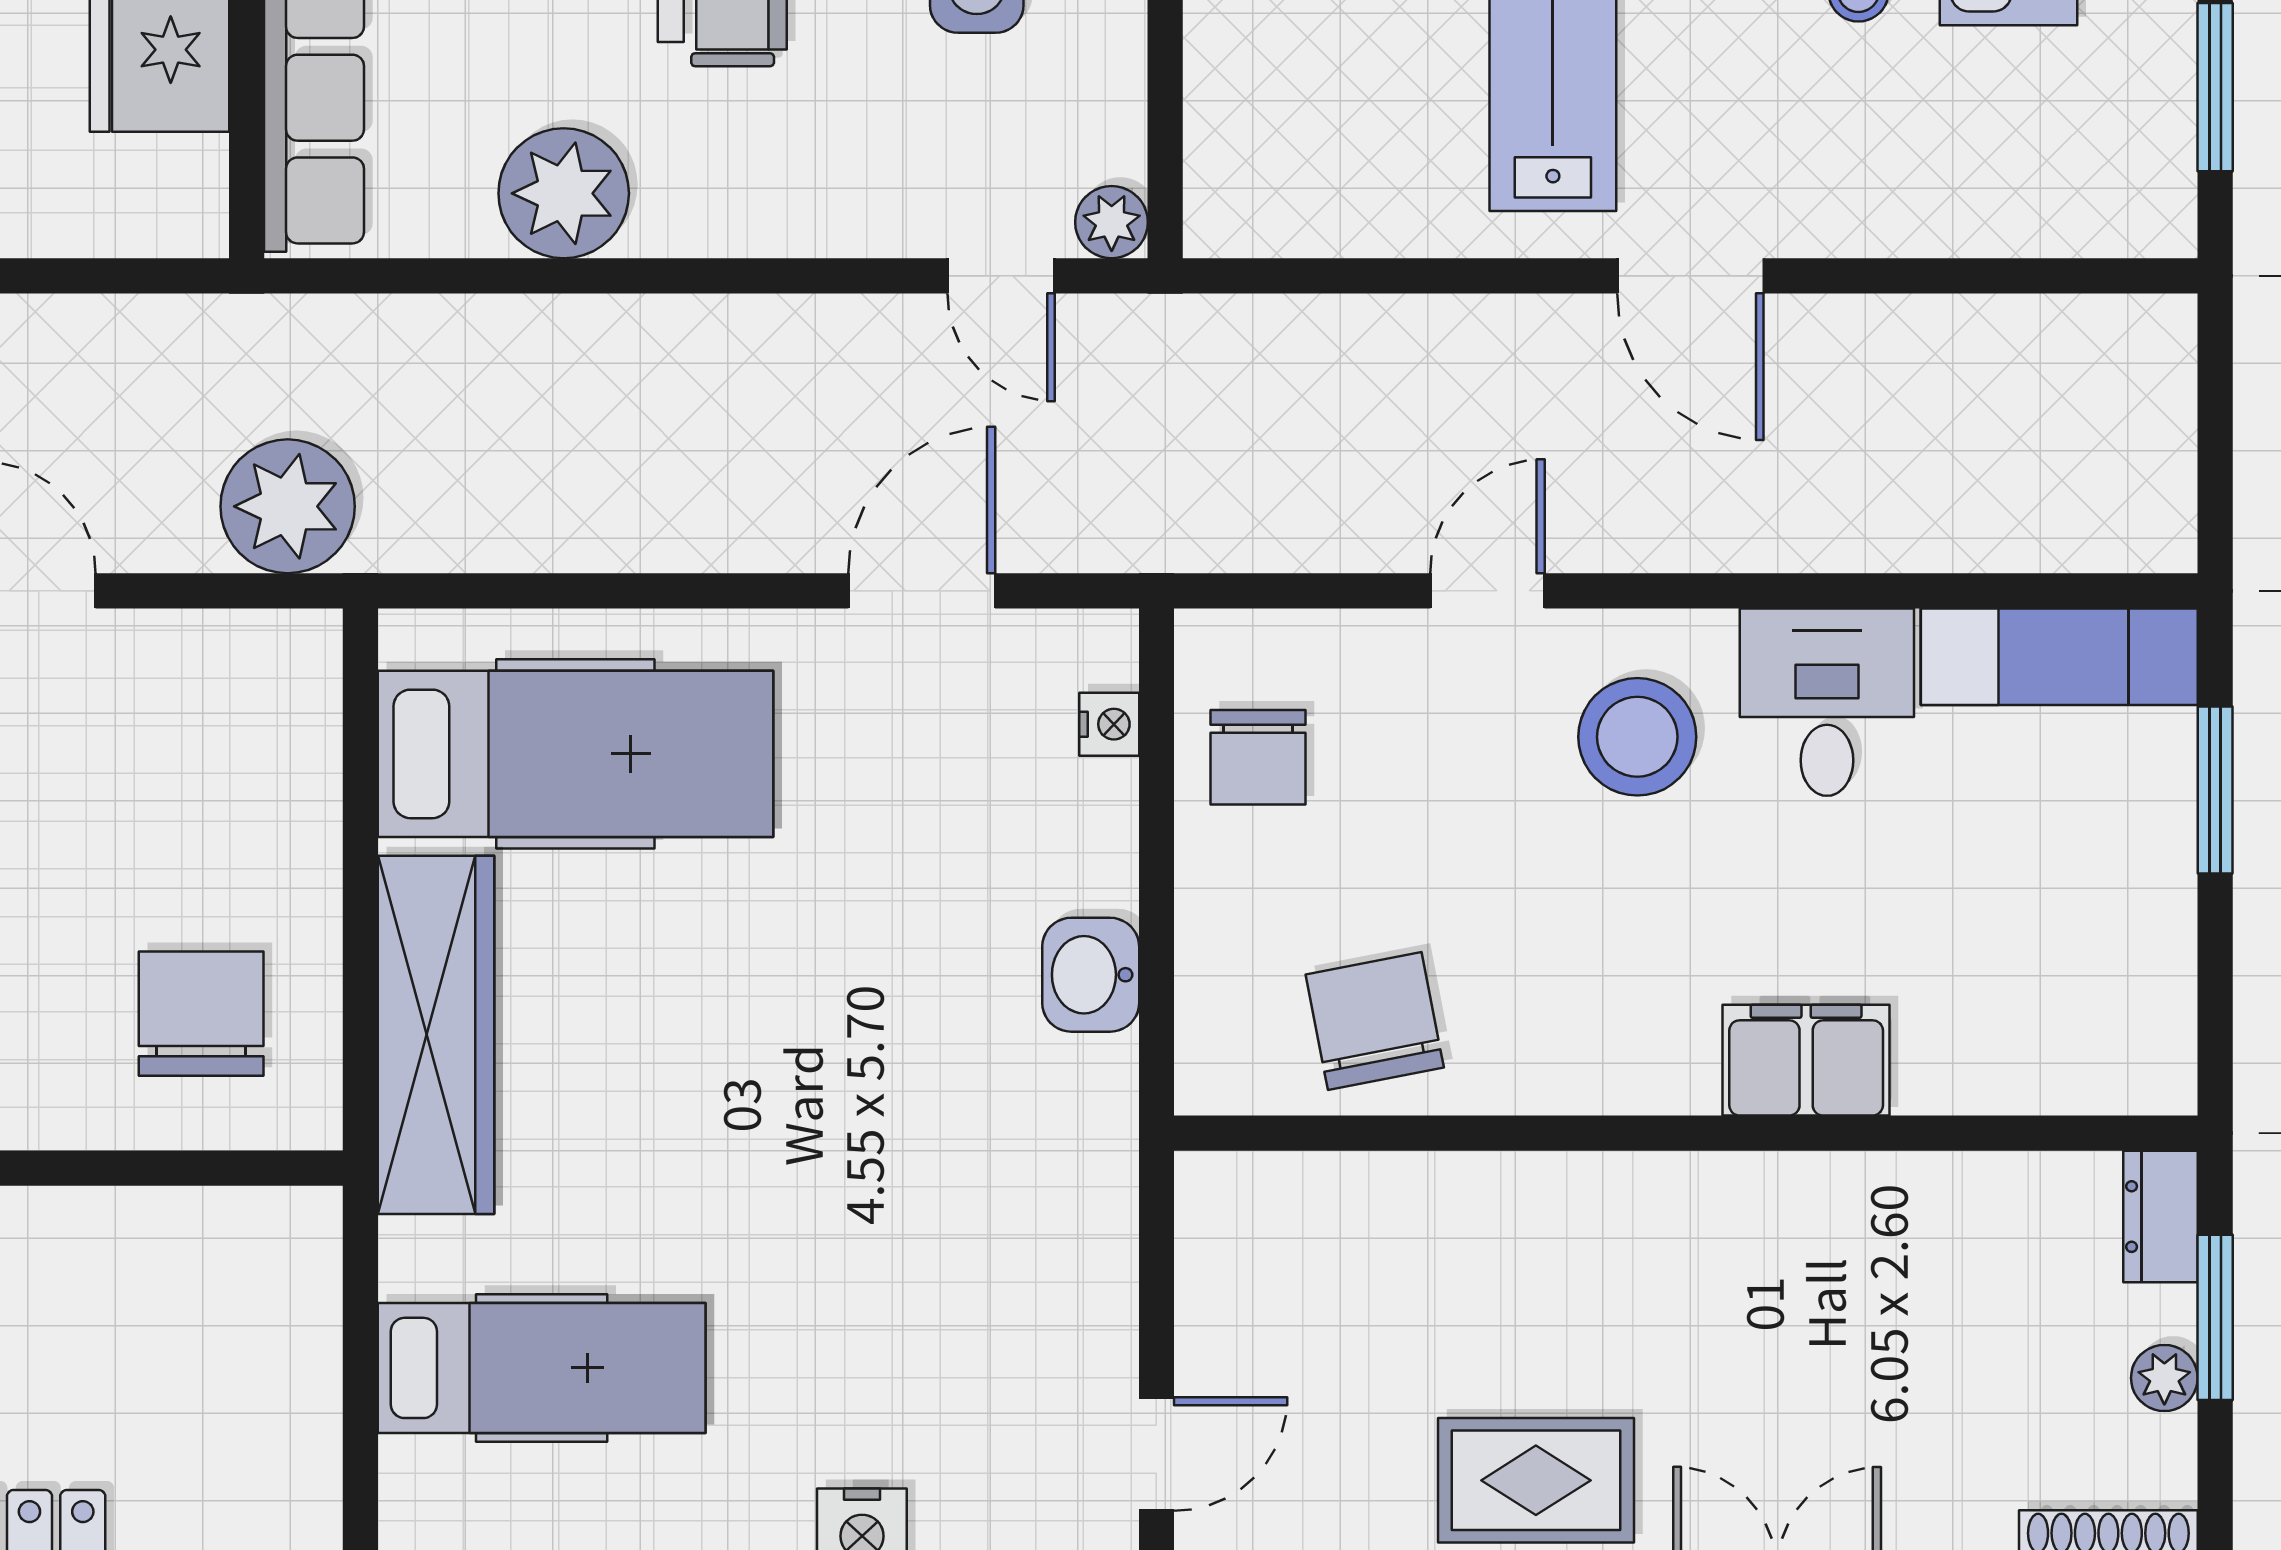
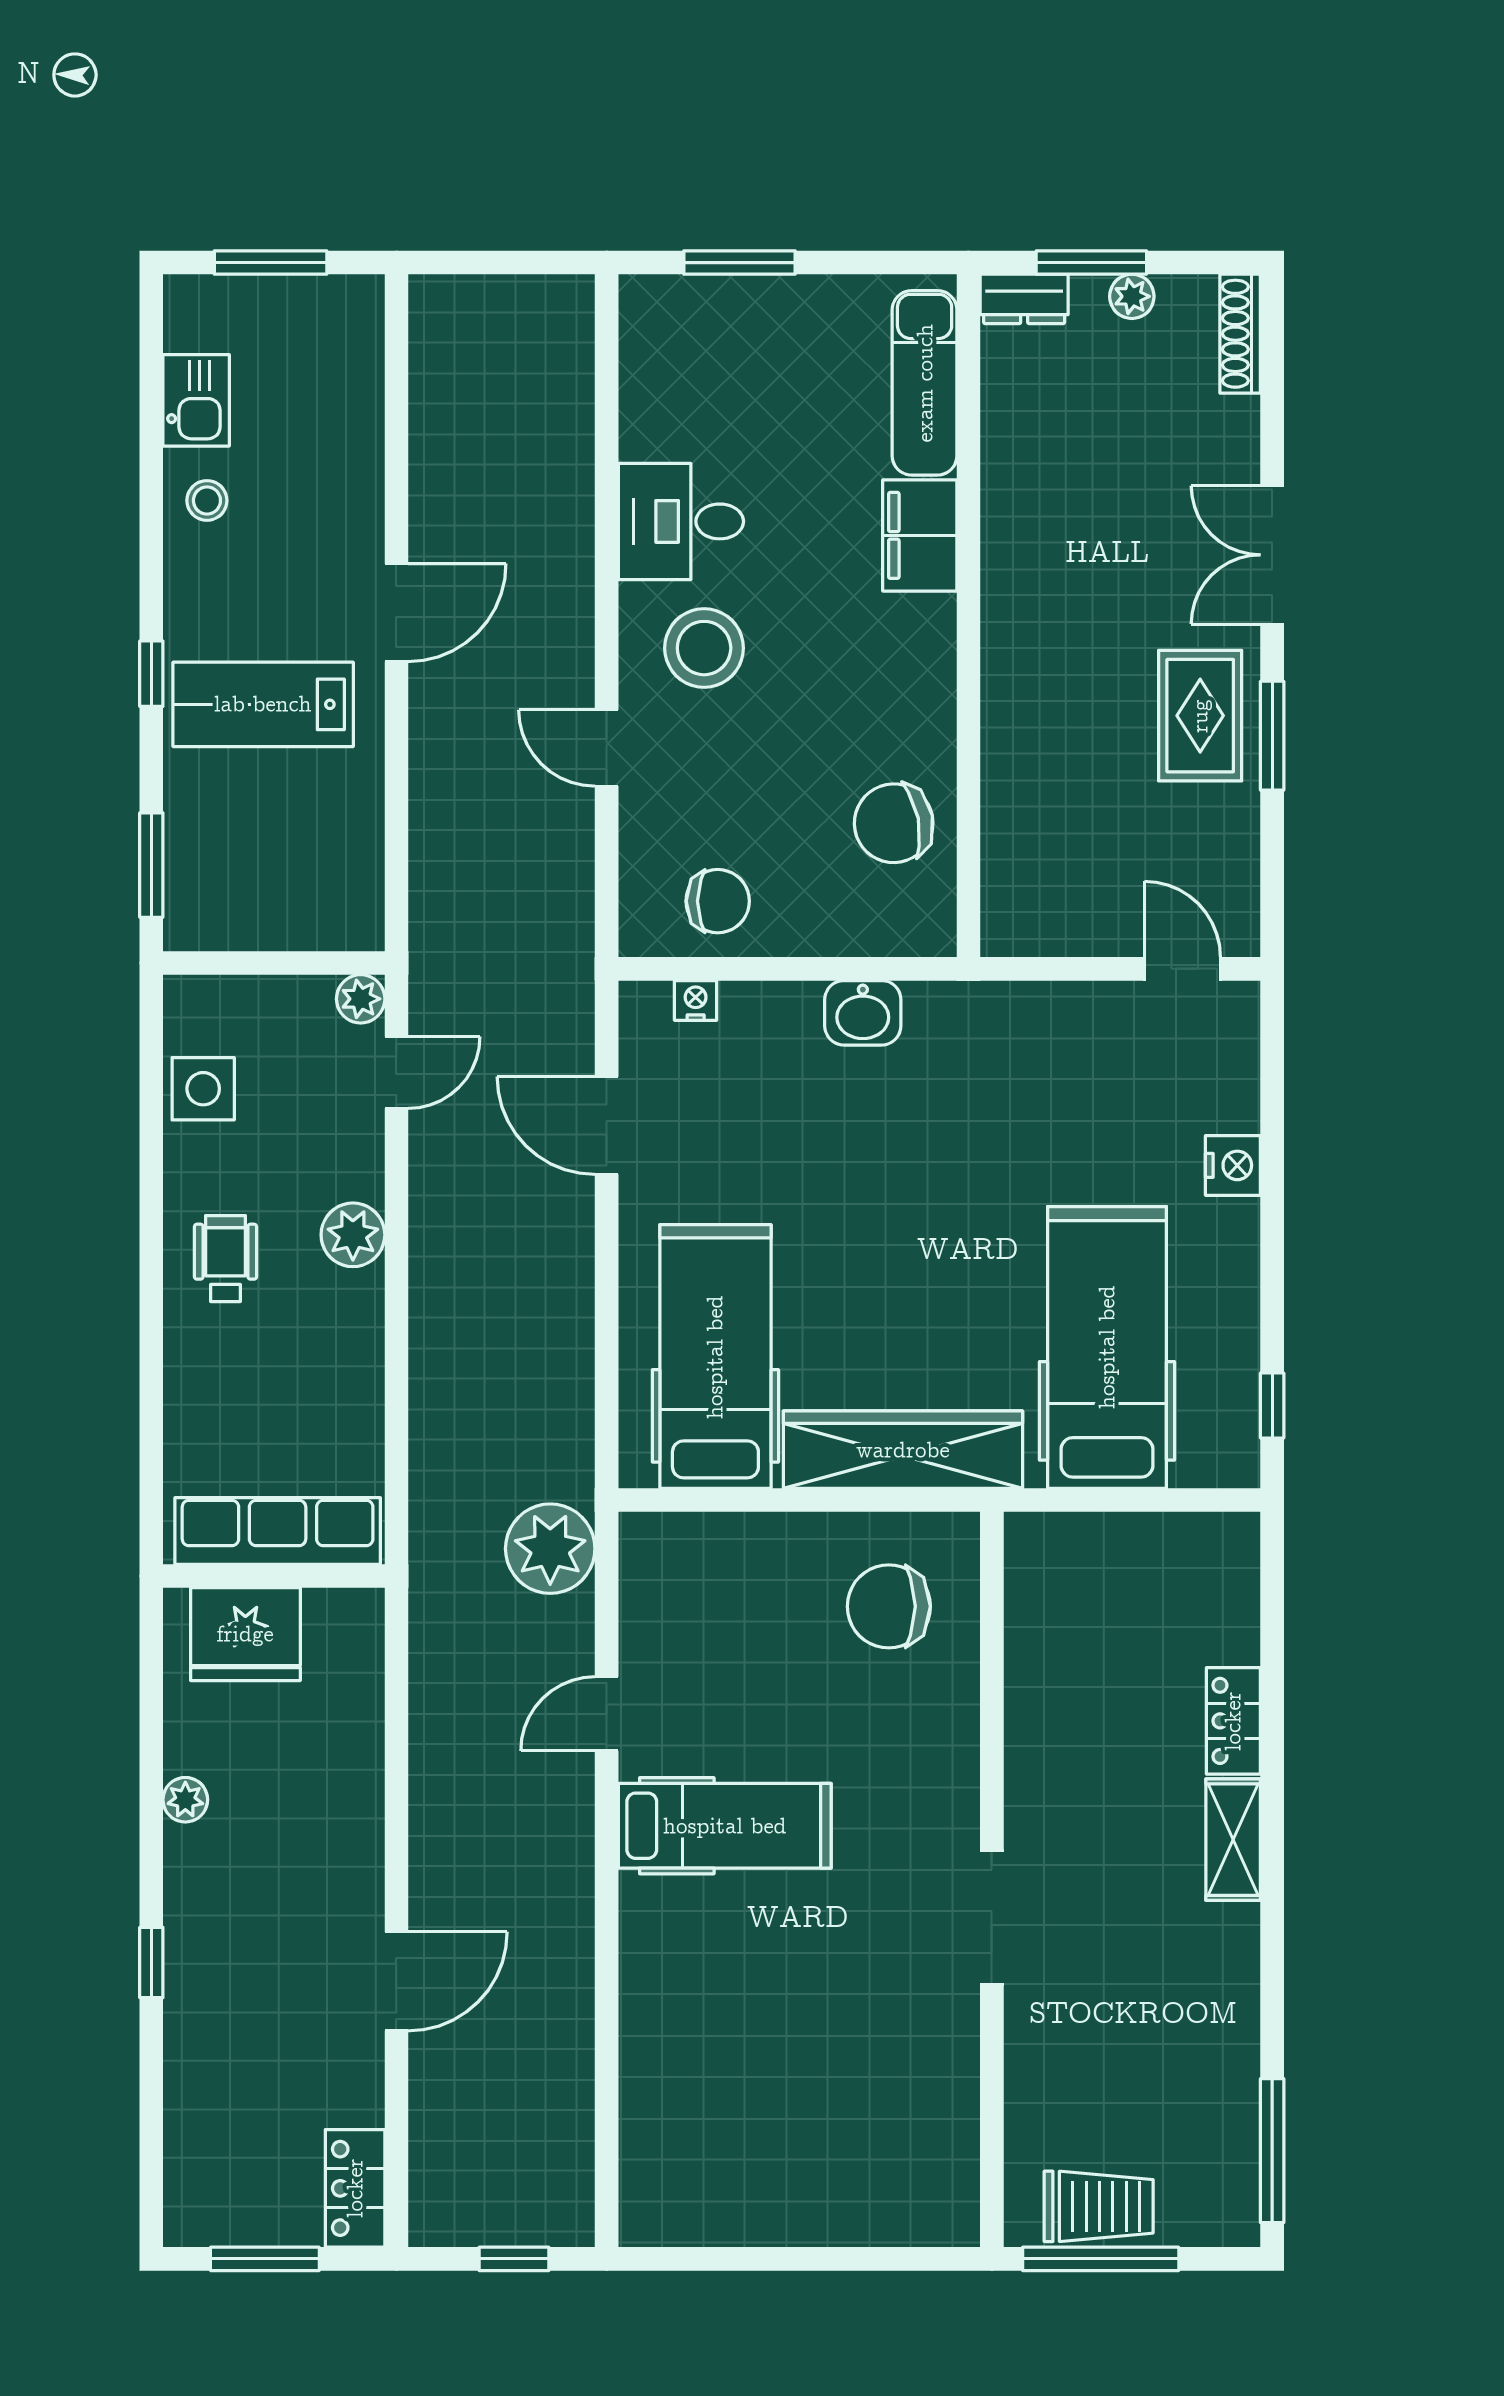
plant: (564, 193) -> (353, 1235), moved, width x0.73, depth x0.73
exam couch: (2059, 657) -> (925, 383), moved, turned 180
hospital bed: (542, 1368) -> (1107, 1347), width x1.37, depth x1.29

